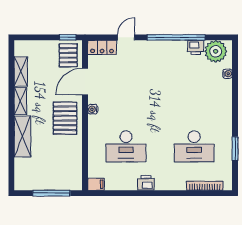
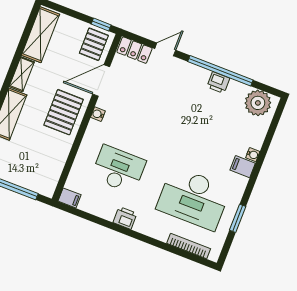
printer: (196, 47) -> (218, 83), moved
shelving: (21, 71) -> (41, 35), width x1.50, depth x1.33
water cooler: (227, 74) -> (253, 155), moved
filing cabinet: (223, 106) -> (243, 167), added
desk: (126, 146) -> (119, 169), turned 180
desk: (194, 146) -> (194, 198), width x1.36, depth x1.30

